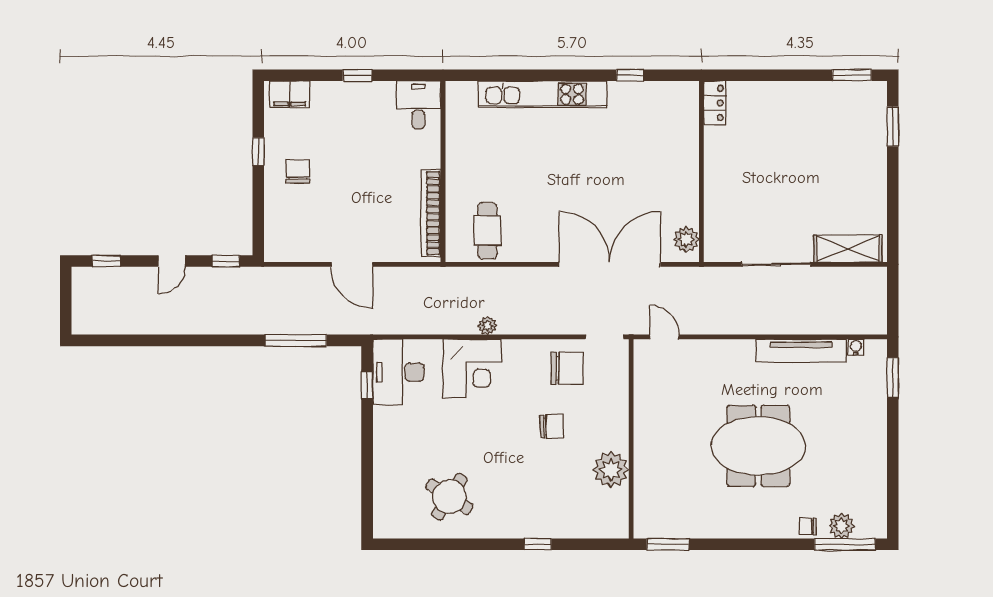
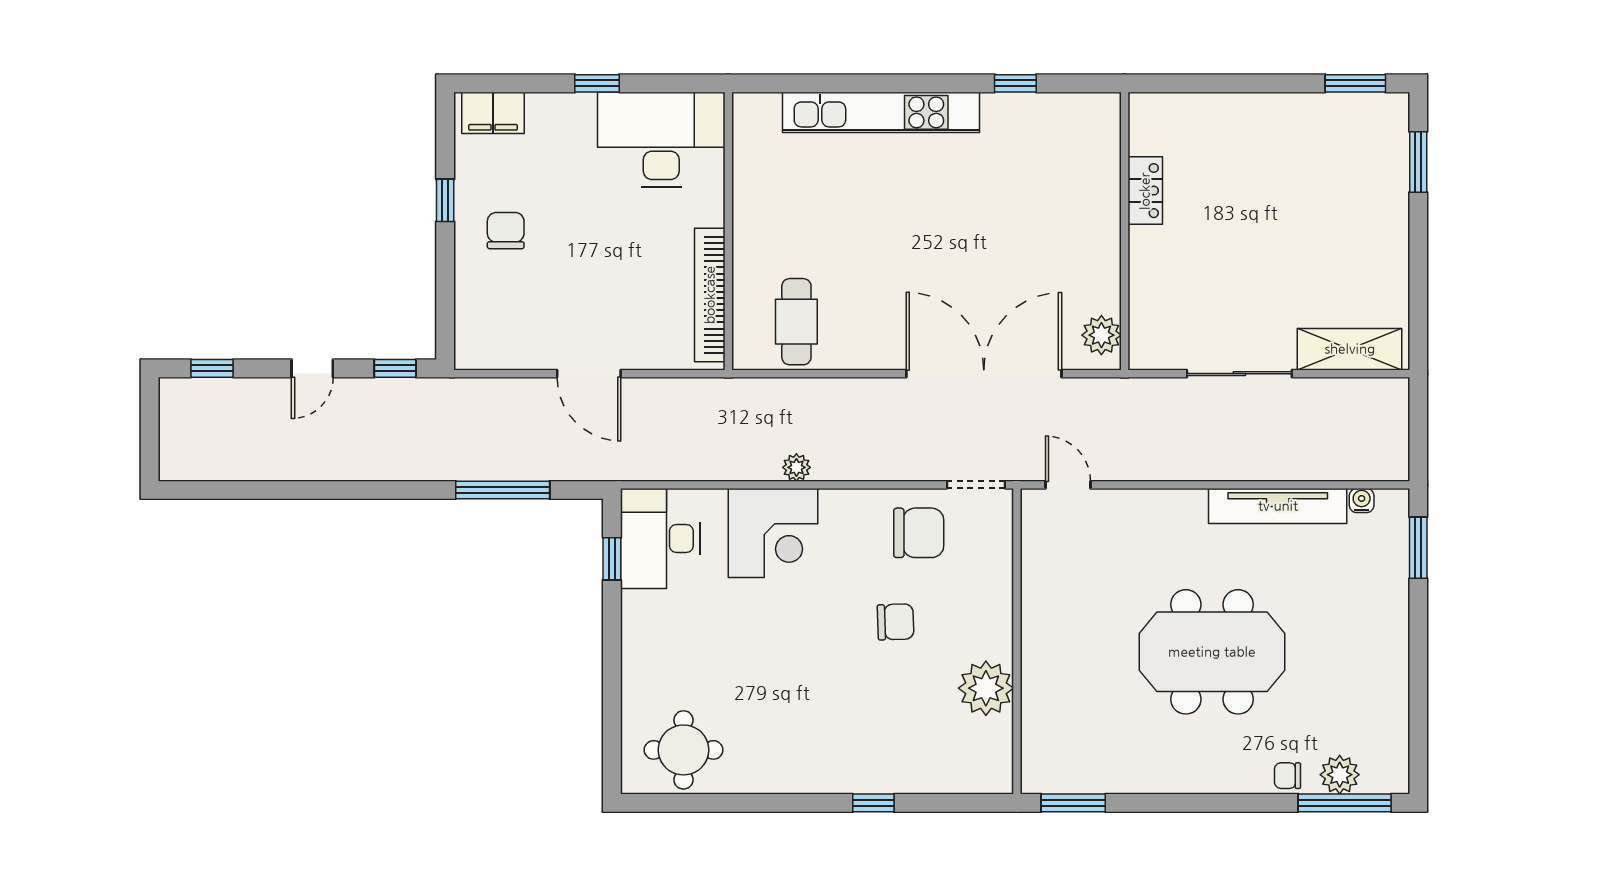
locker: (715, 103) -> (1145, 191), moved
desk: (419, 105) -> (661, 140), width x1.87, depth x1.30
round table: (449, 497) -> (683, 750), moved, turned -33

